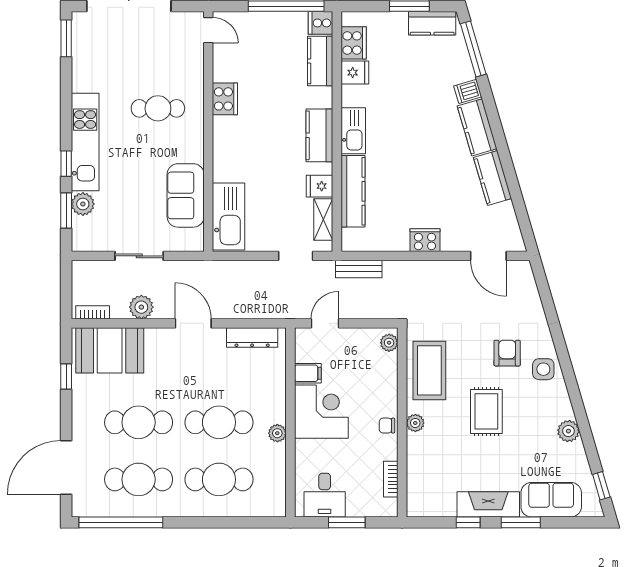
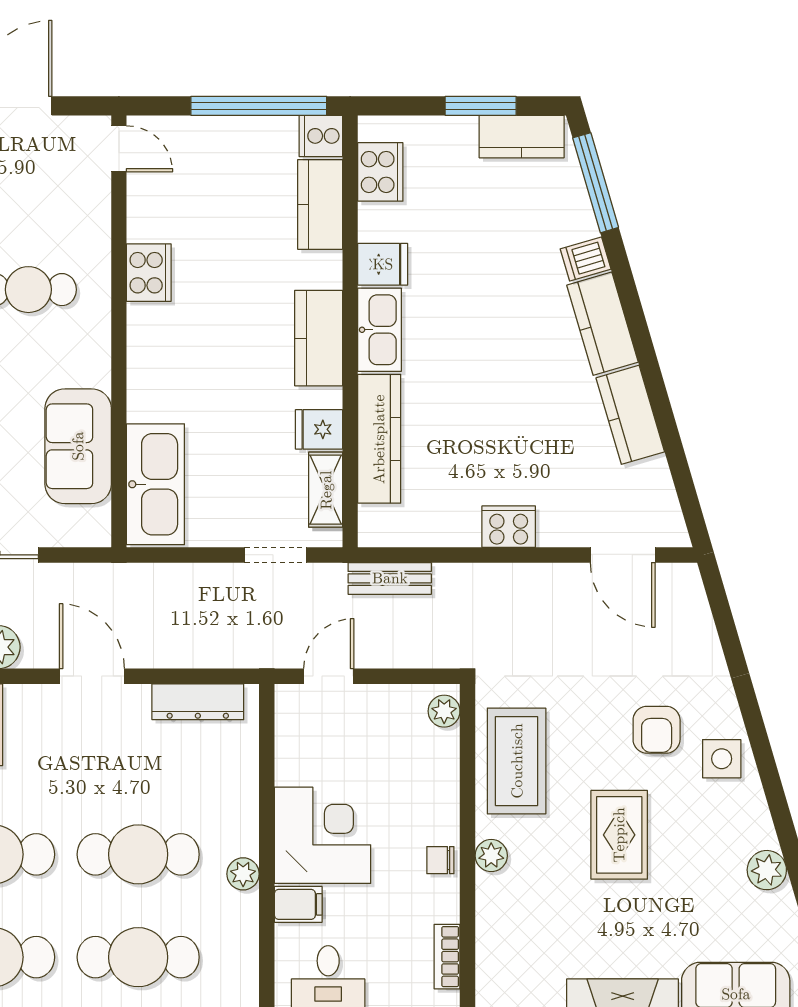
fridge: (355, 73) -> (383, 264), moved
armchair: (507, 353) -> (657, 730), turned 180
filing cabinet: (308, 373) -> (298, 904), moved

